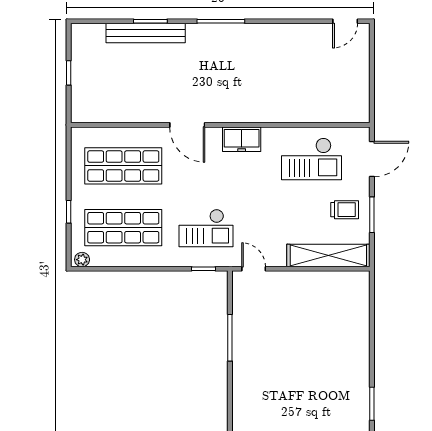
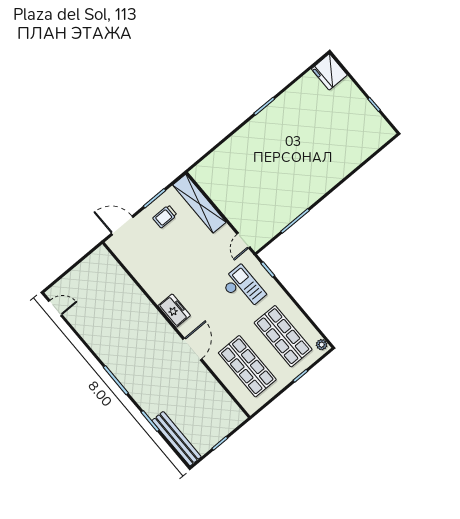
bench: (146, 33) -> (177, 439), moved
checkout: (311, 159) -> (152, 260), removed
trolley: (345, 210) -> (165, 217), turned -90

